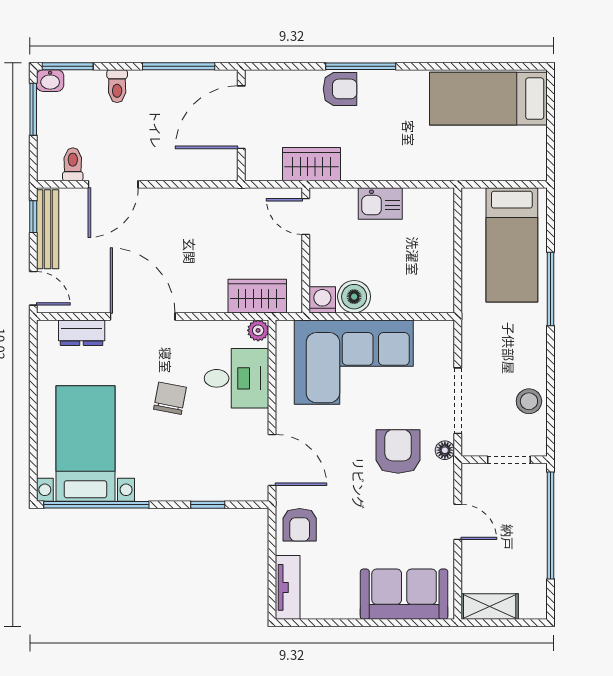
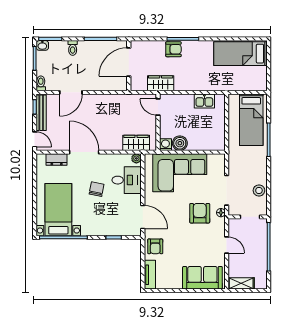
toilet: (73, 164) -> (41, 83), moved
kitchen sink: (380, 203) -> (204, 101), moved

